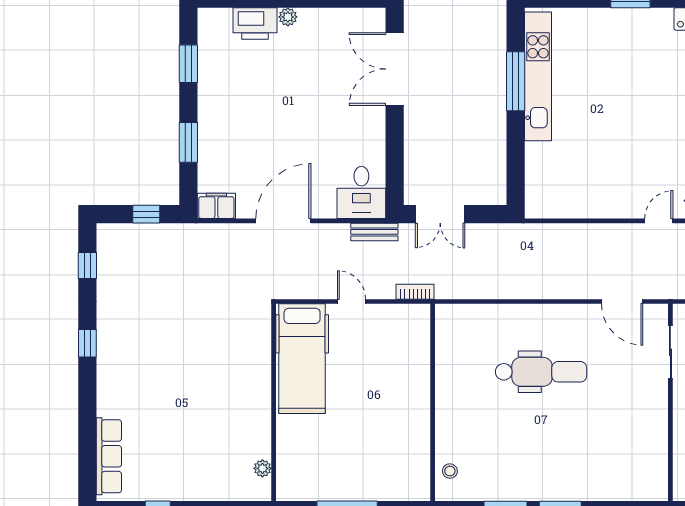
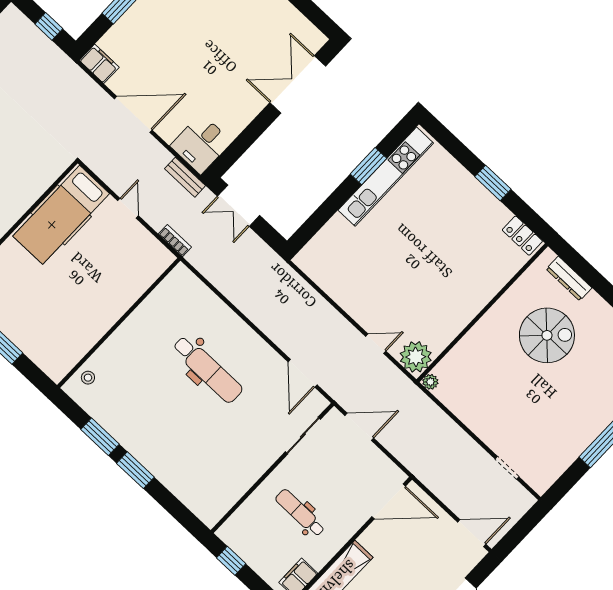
window: (516, 81) -> (368, 166), width x0.69

